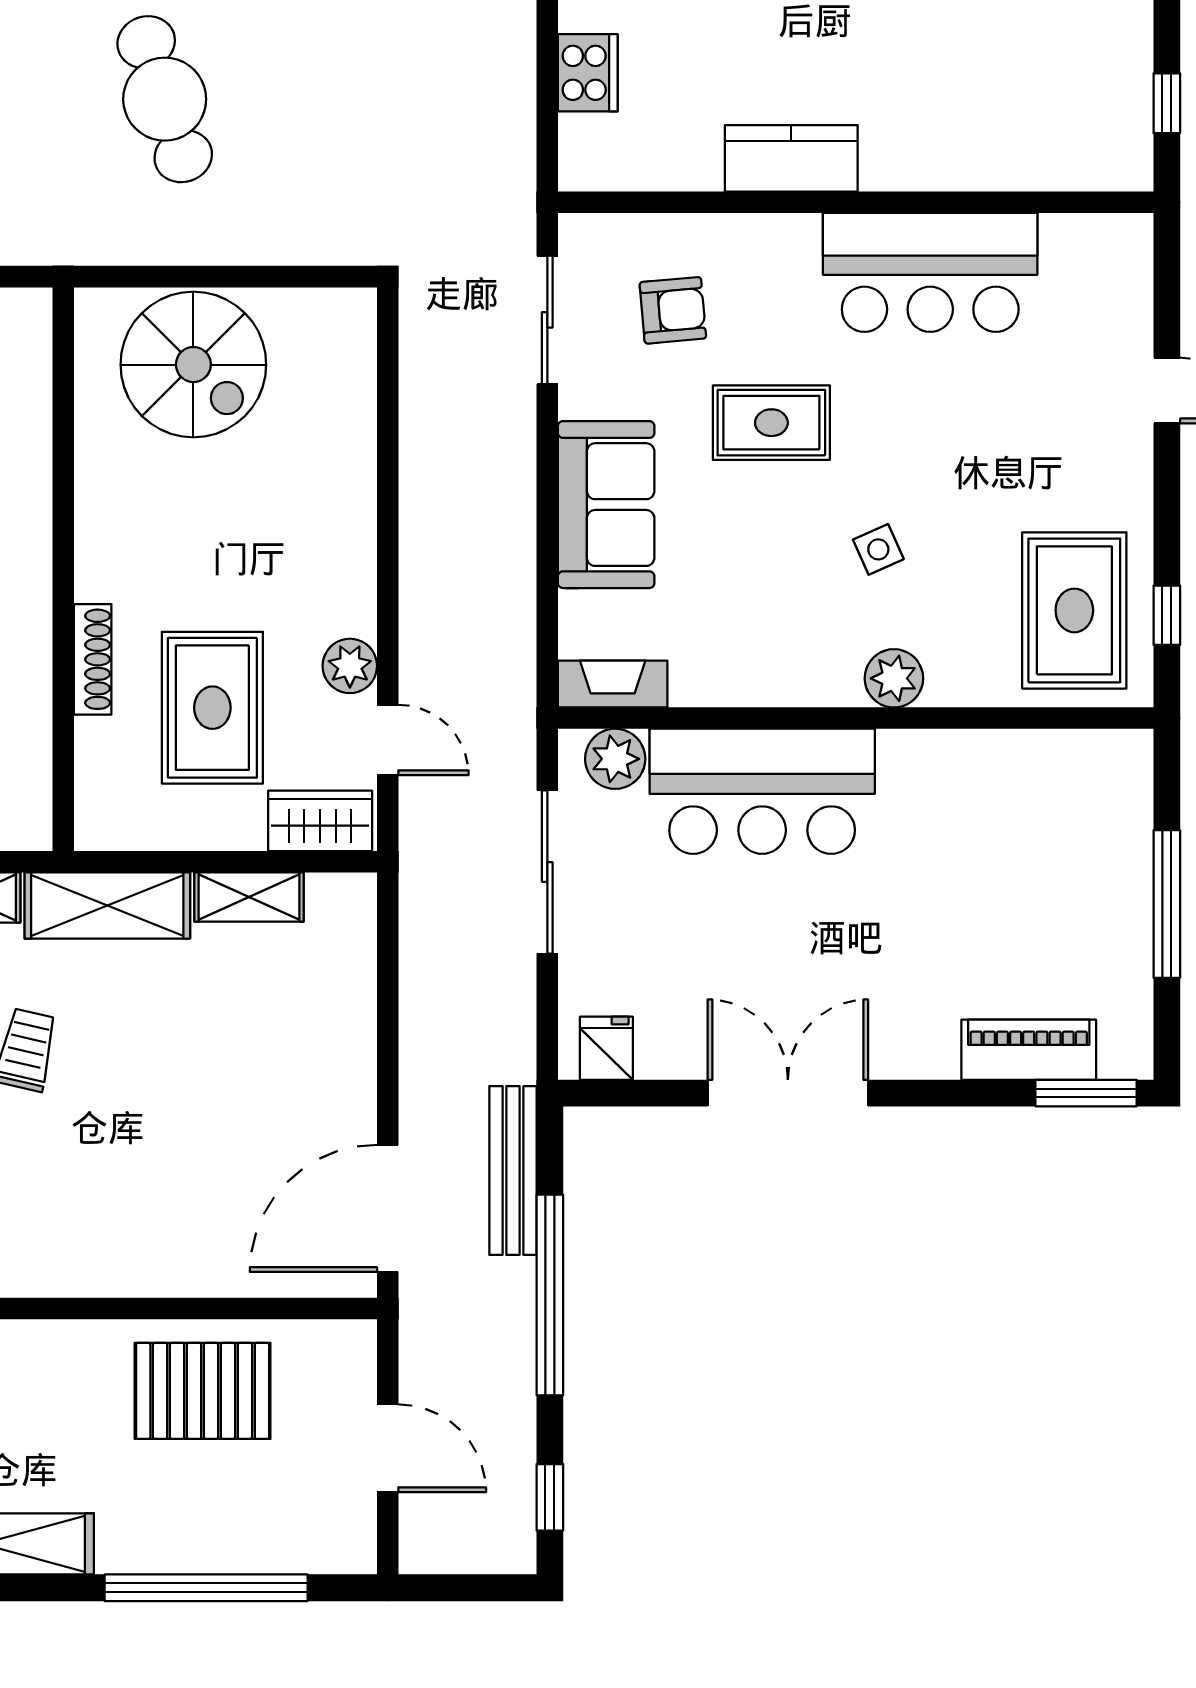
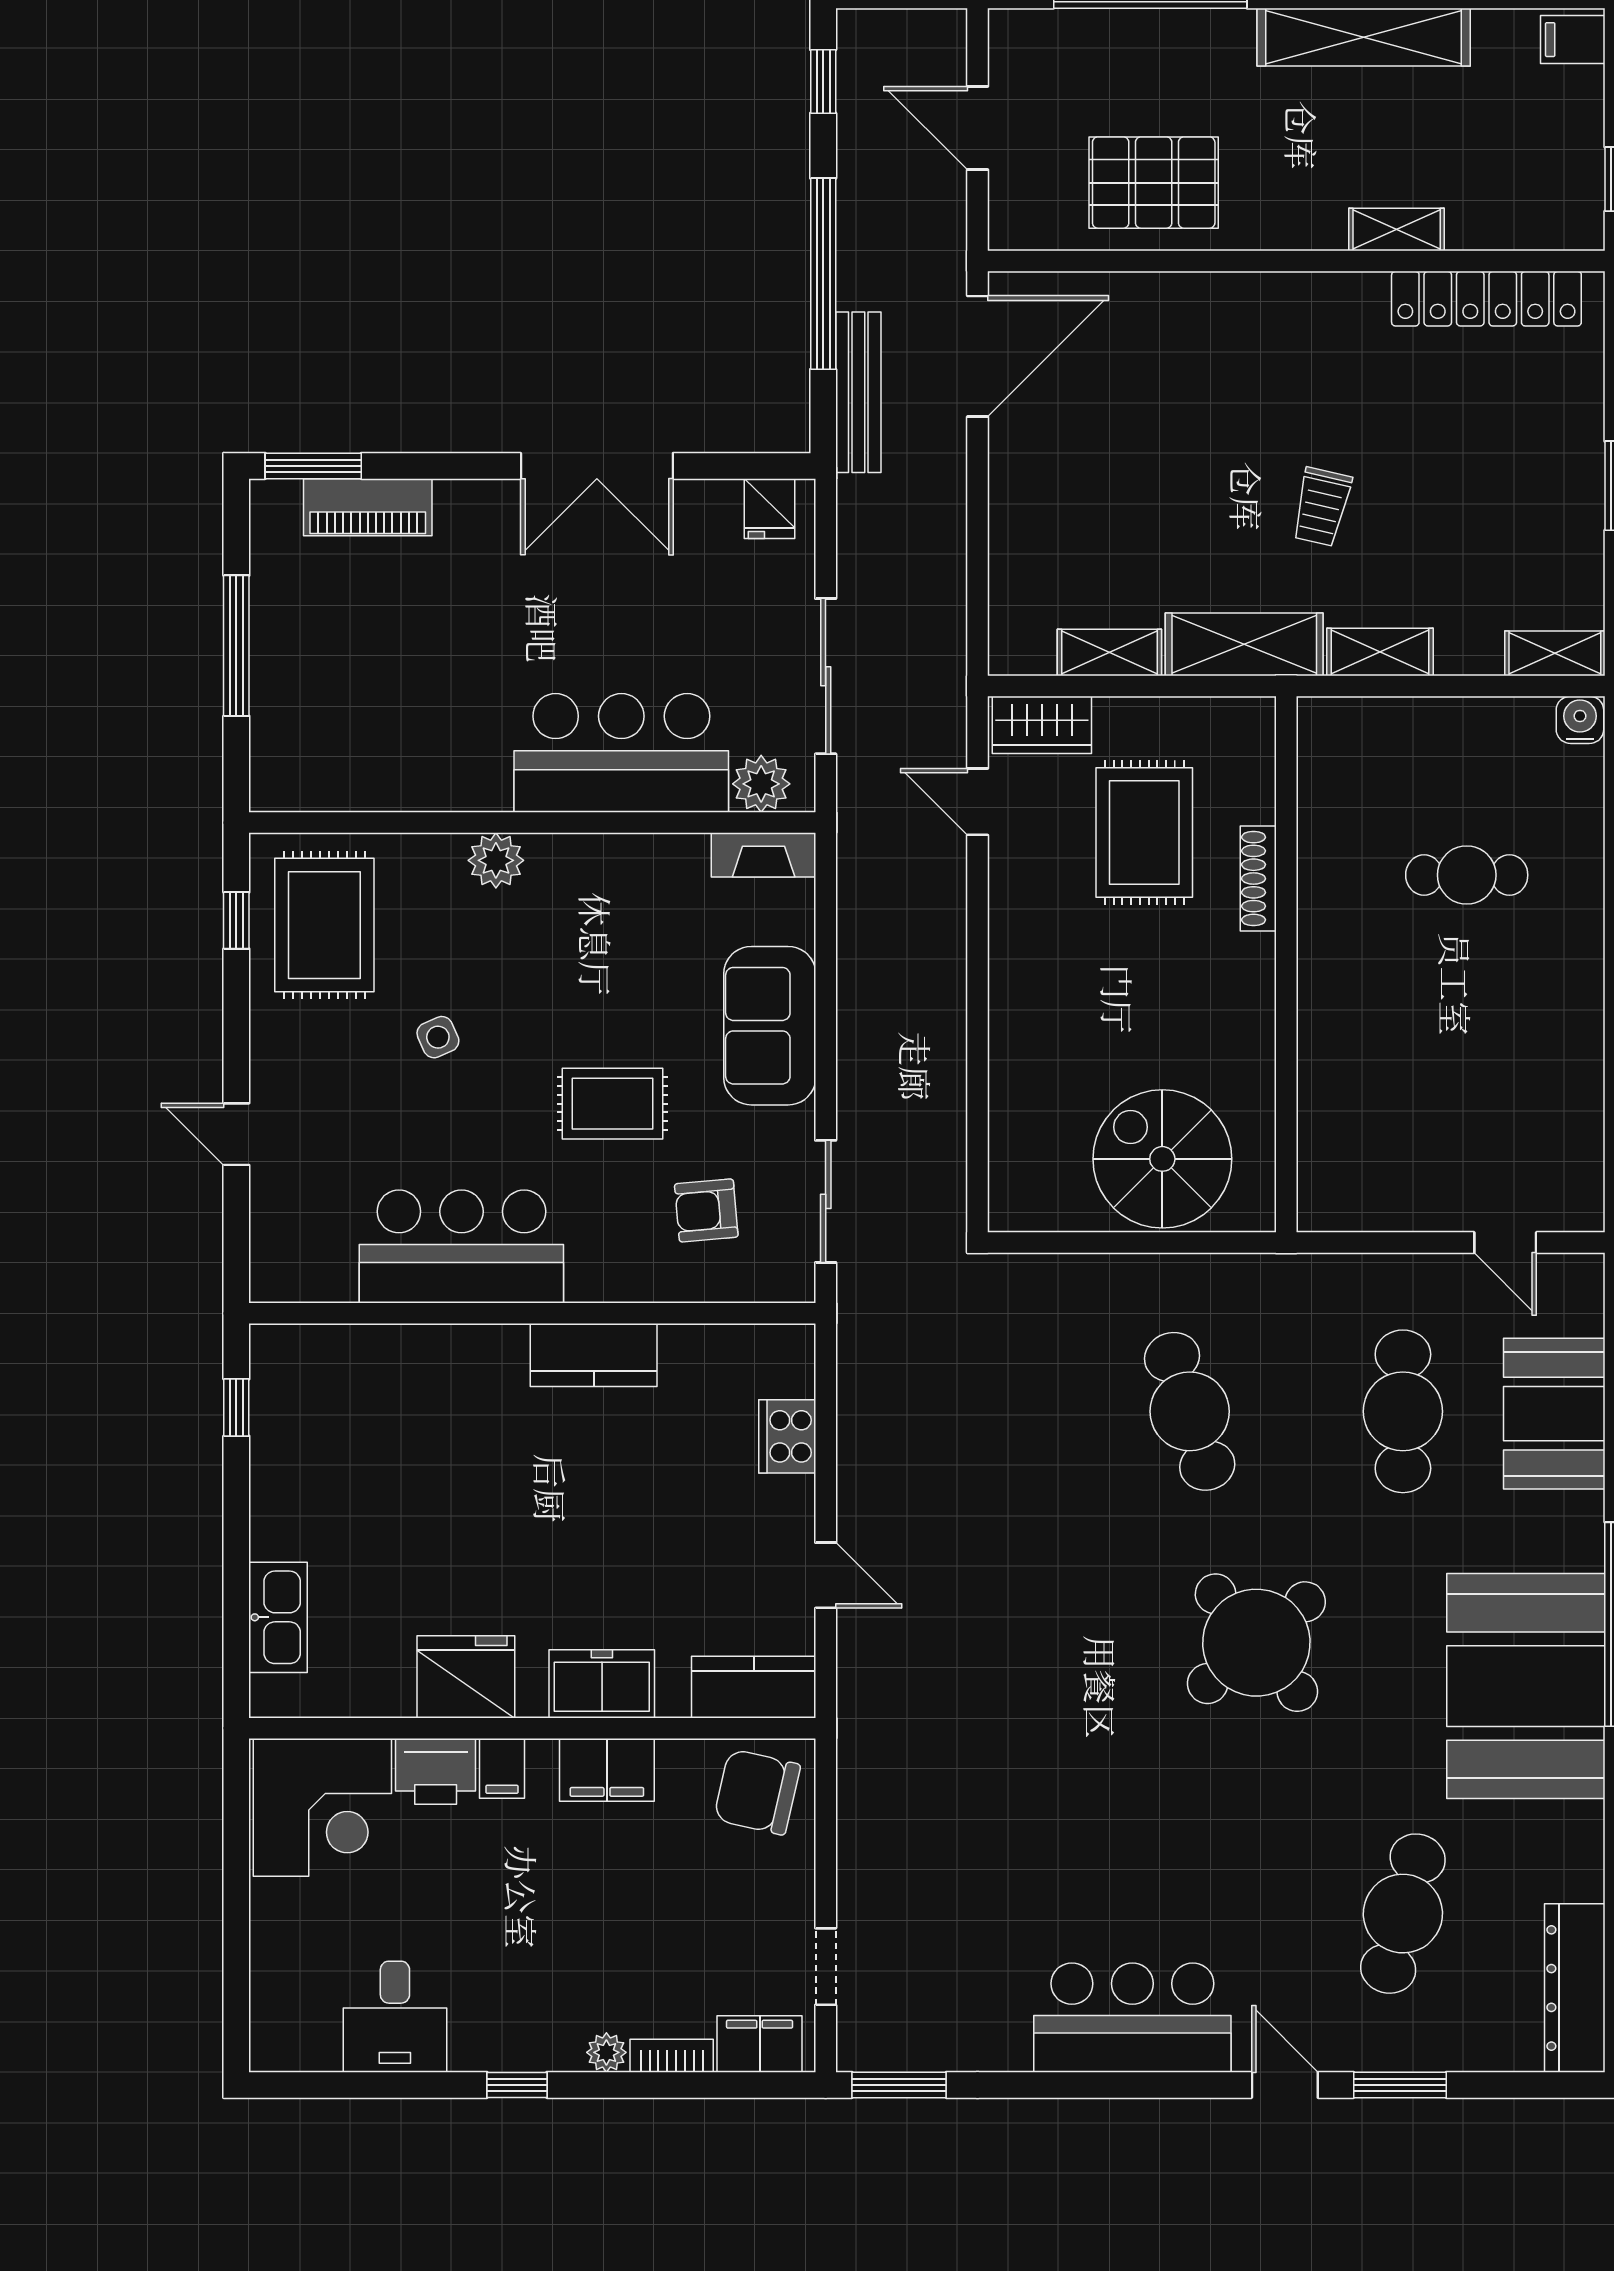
side table: (878, 549) -> (438, 1037), moved
plant: (350, 666) -> (1014, 872), removed

